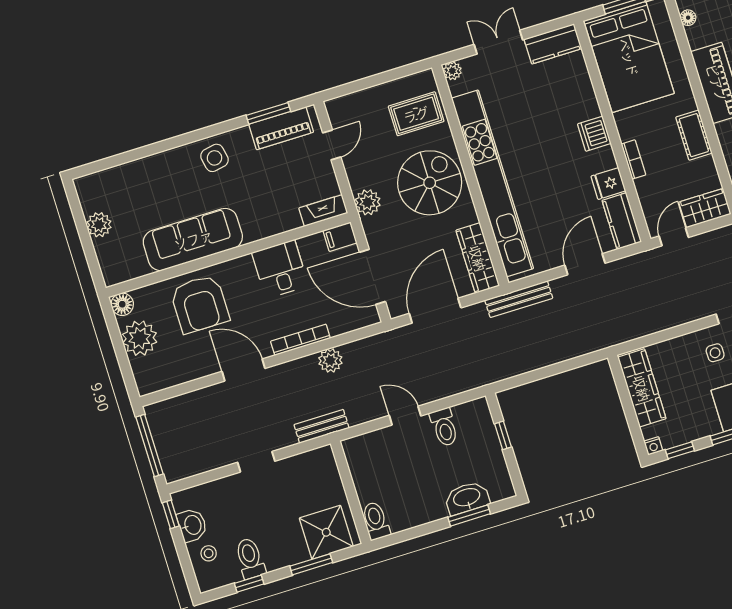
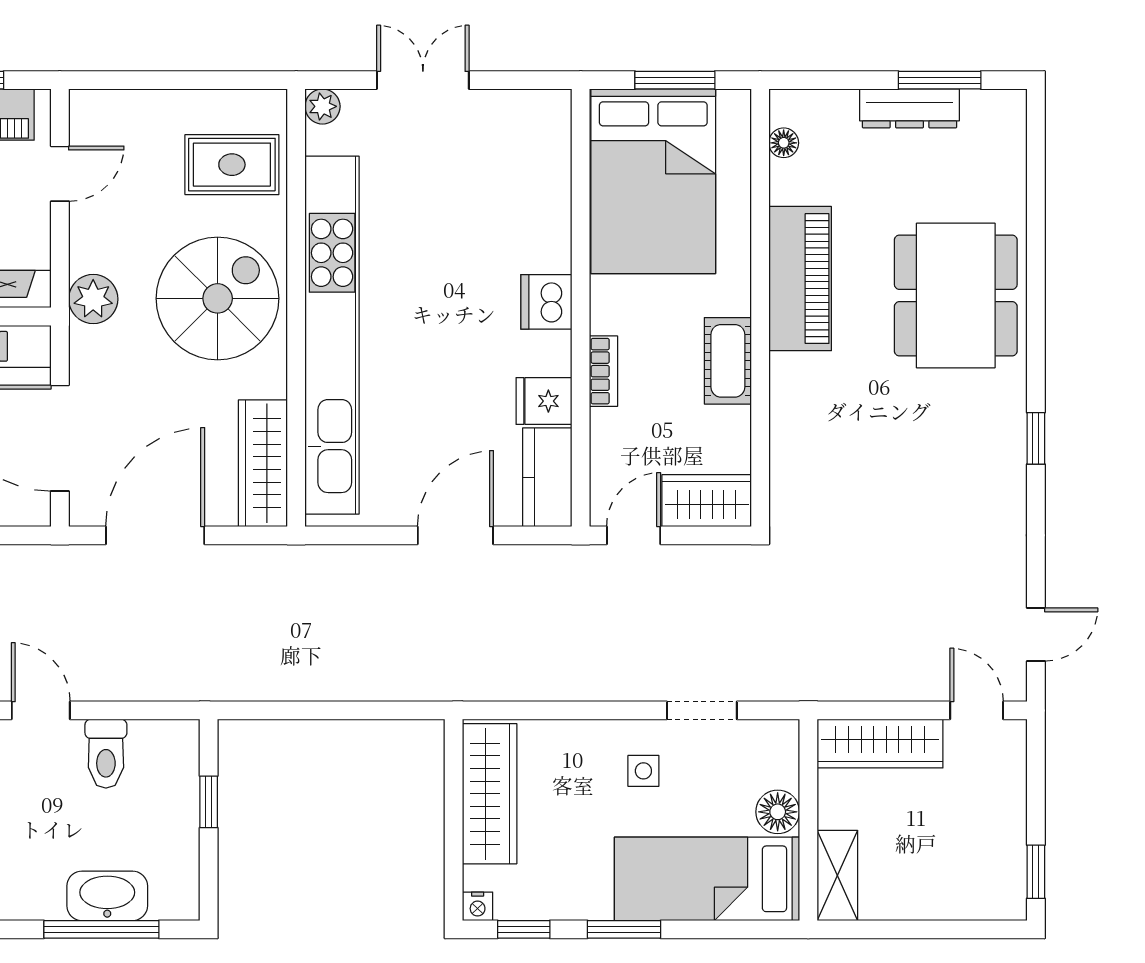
kitchen counter: (553, 44) -> (522, 114), removed
bench: (519, 299) -> (315, 562), removed
window: (469, 515) -> (101, 929), width x1.44

